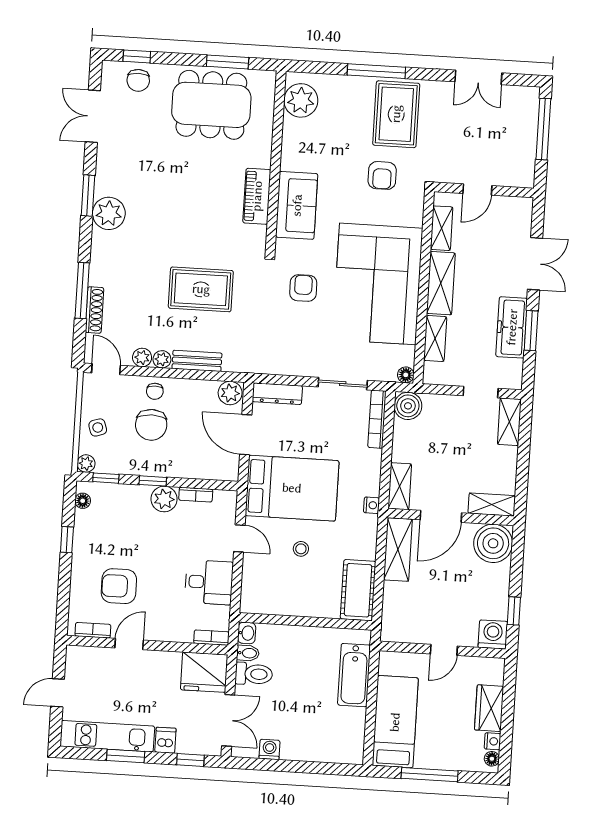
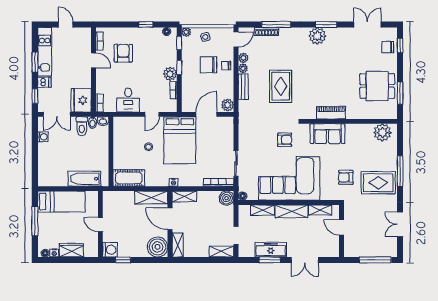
dining table: (211, 105) -> (377, 86), width x0.73
dresser: (277, 394) -> (229, 130), removed

